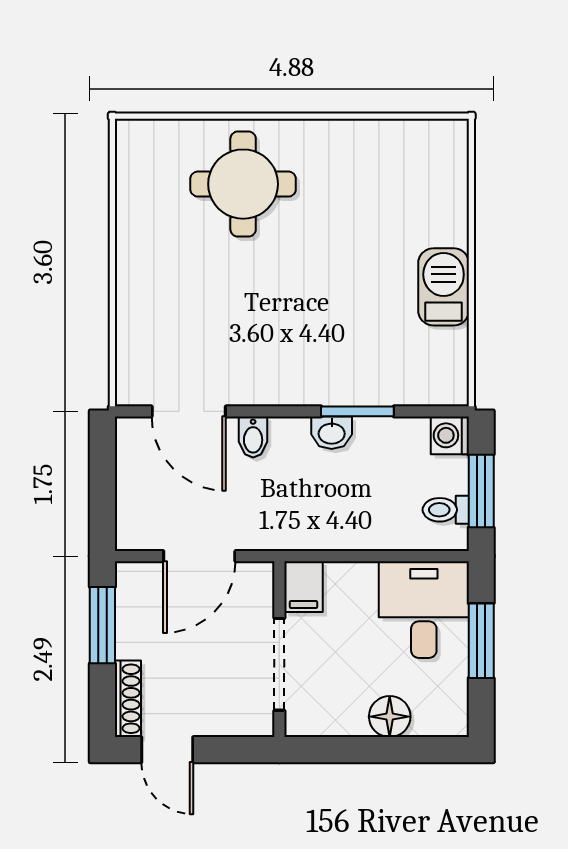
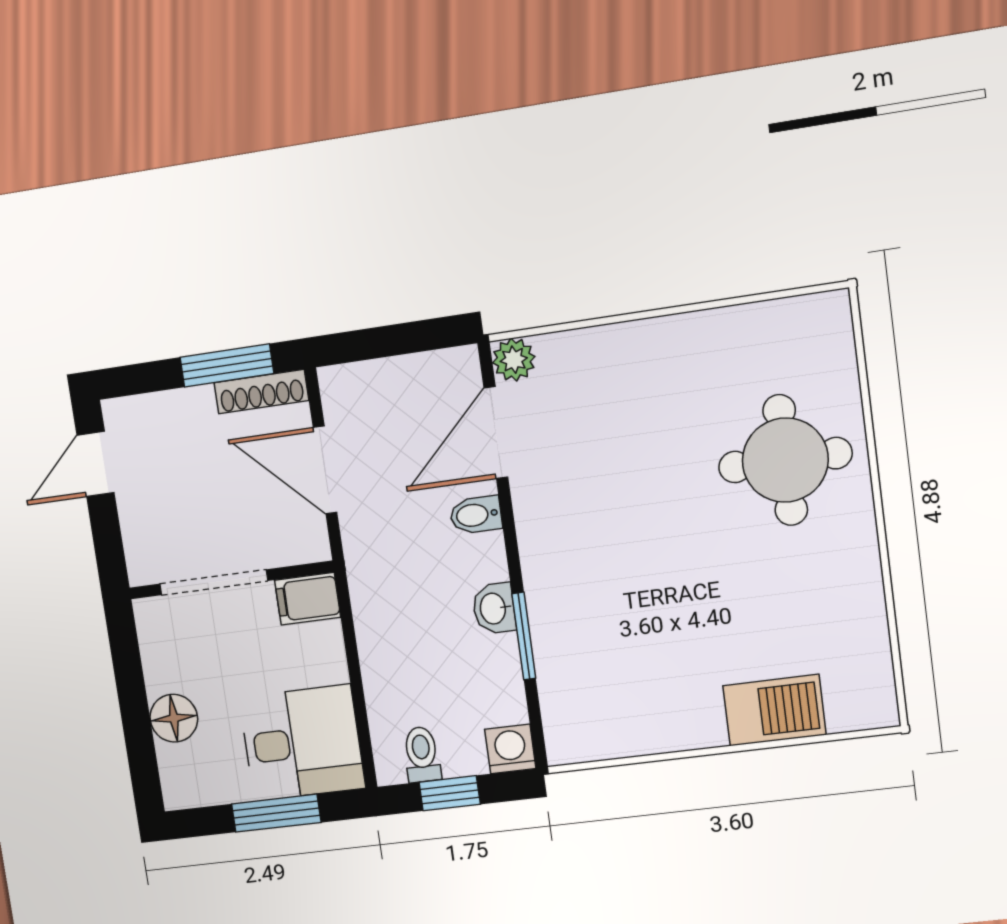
barbecue: (444, 287) -> (774, 710), moved
plant: (132, 389) -> (514, 360), added
window: (481, 491) -> (450, 793), width x0.67
shoe rack: (128, 699) -> (261, 392), moved

